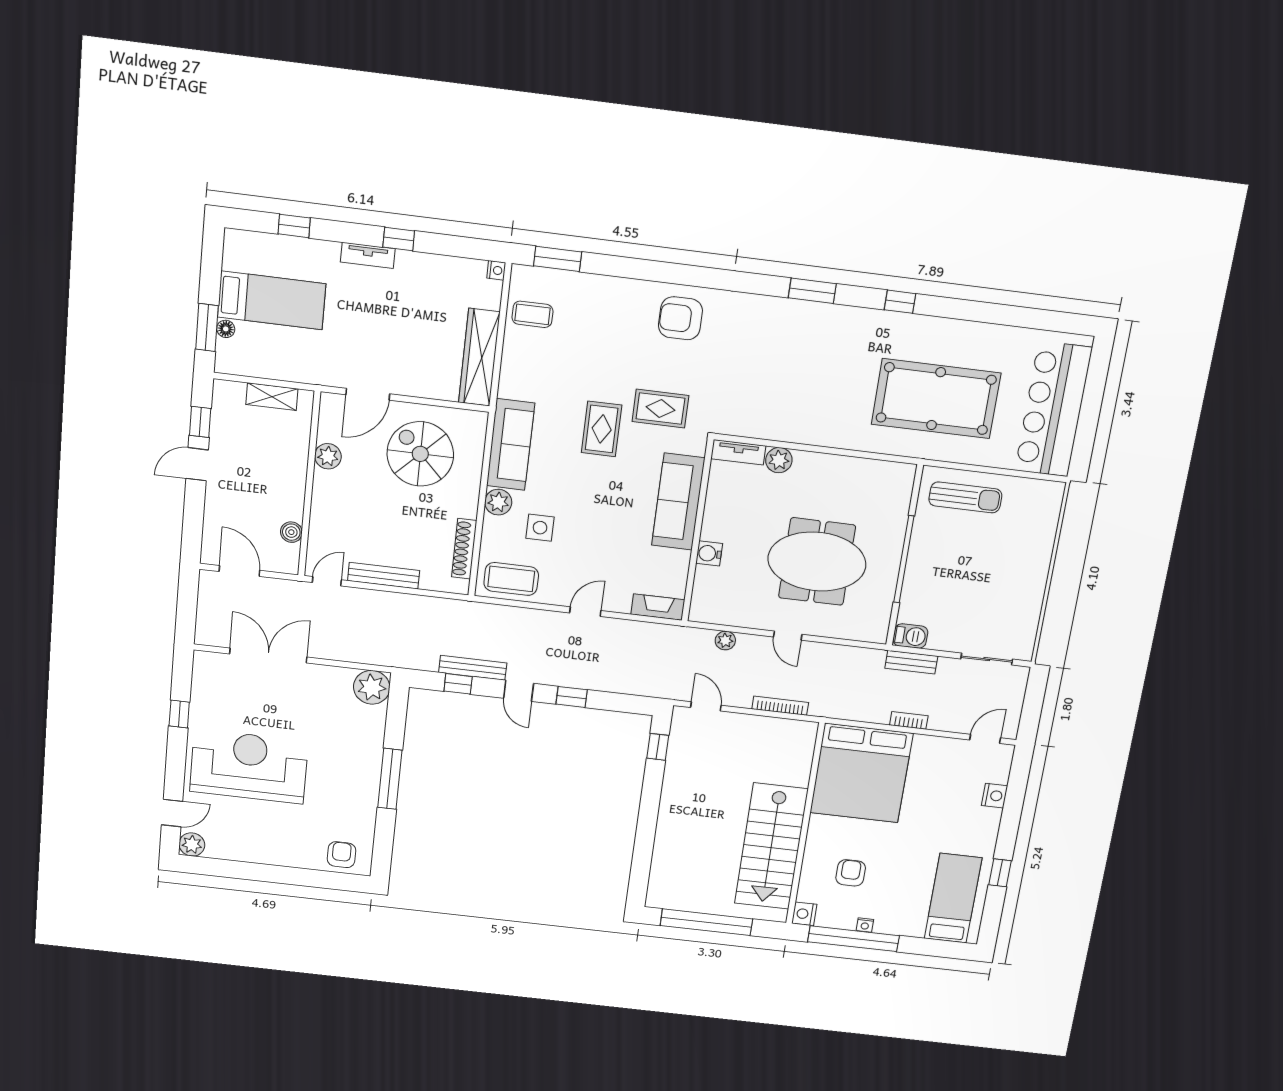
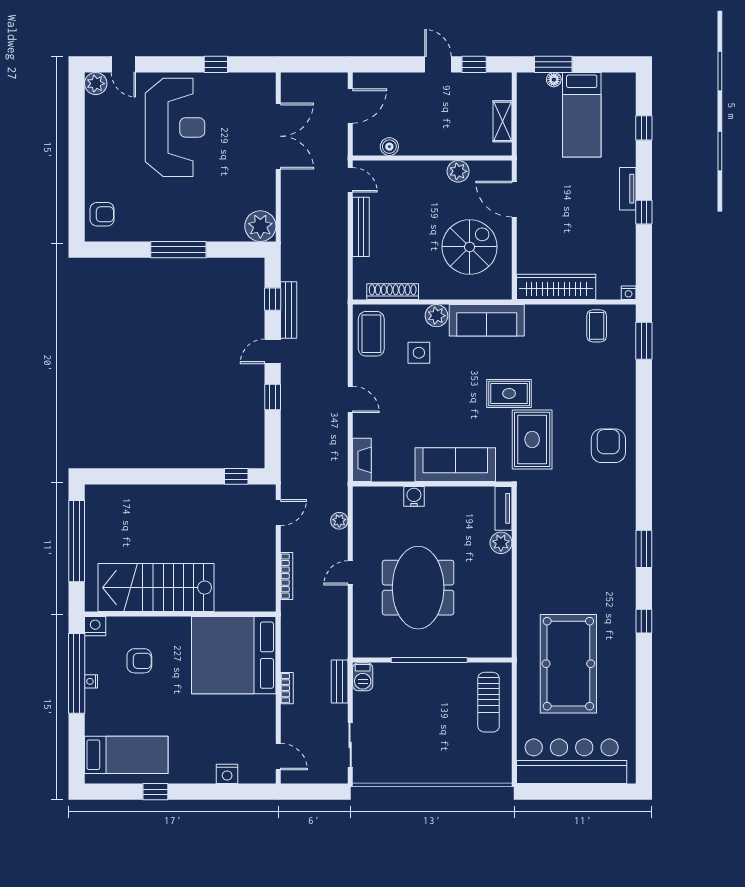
rug: (660, 409) -> (532, 439), width x1.36, depth x1.43

